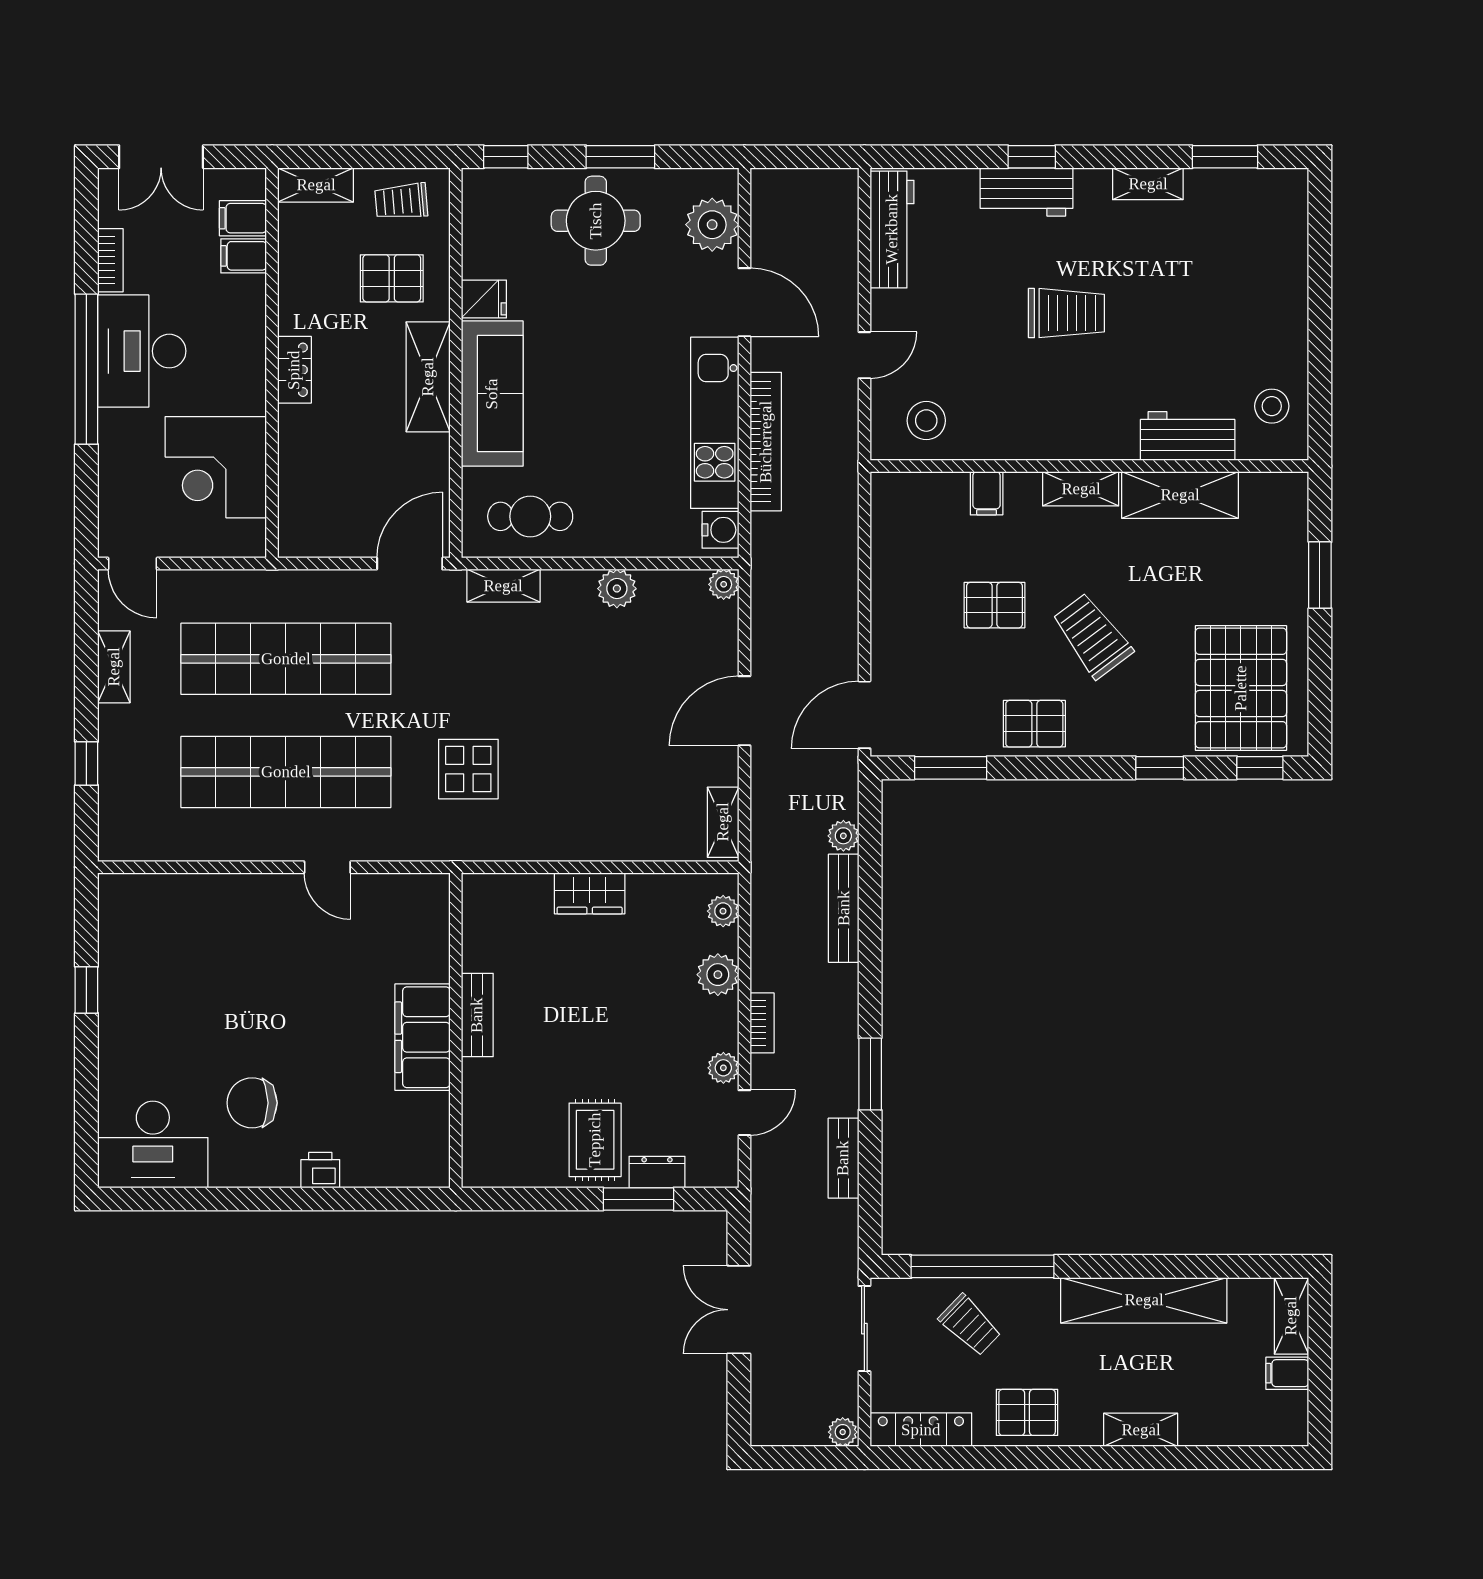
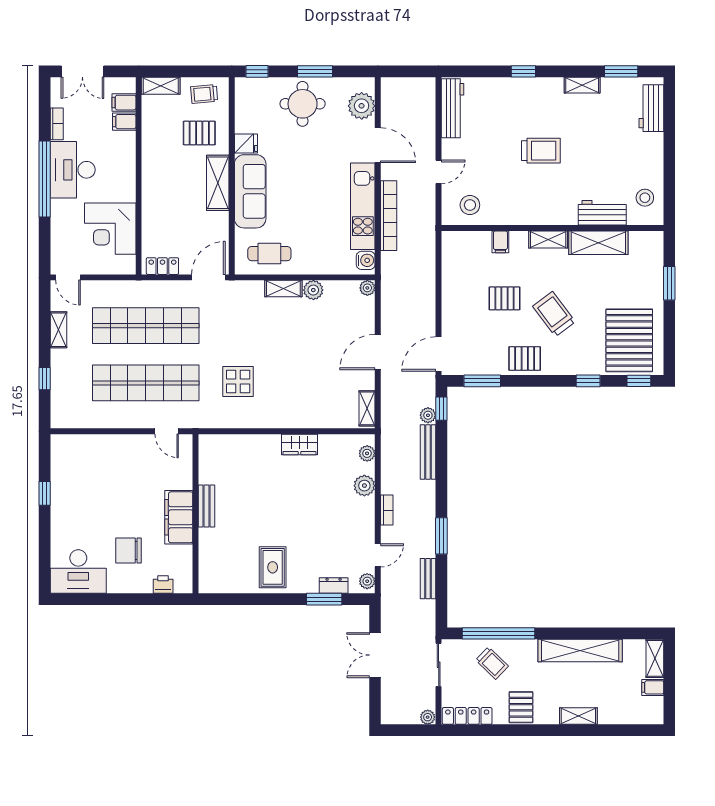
workbench: (1026, 192) -> (651, 108), moved, turned 90
locker: (294, 370) -> (162, 266), moved, turned -90
shelving: (503, 586) -> (283, 289), moved
window: (870, 823) -> (441, 409), added
bench: (477, 1015) -> (206, 506), moved
wall: (456, 1030) -> (196, 514), moved
filing cabinet: (422, 1037) -> (179, 517), moved
plant: (723, 1068) -> (367, 581), moved
rug: (595, 1140) -> (273, 567), moved
pallet: (1027, 1412) -> (521, 707), turned 90

